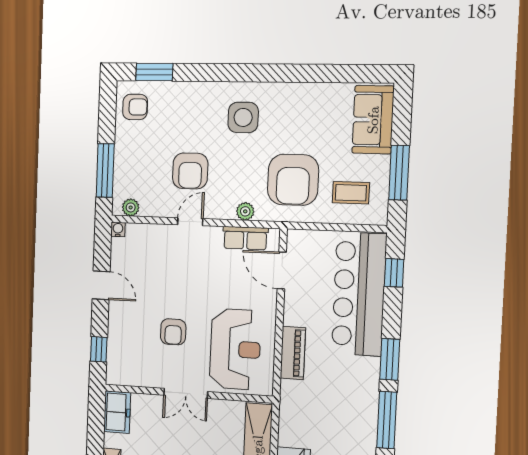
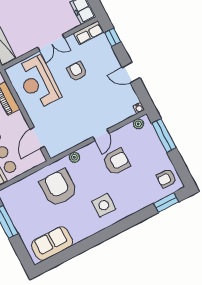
sofa: (373, 120) -> (52, 243), moved, turned -90
armchair: (190, 171) -> (116, 162), turned 90
coffee table: (351, 193) -> (25, 198), removed
row of seats: (245, 238) -> (89, 33), moved, turned 180
door: (282, 270) -> (37, 138), swing flipped
double door: (186, 393) -> (51, 43), swing flipped

